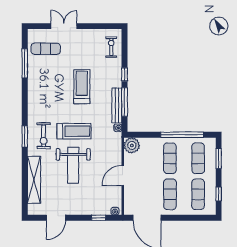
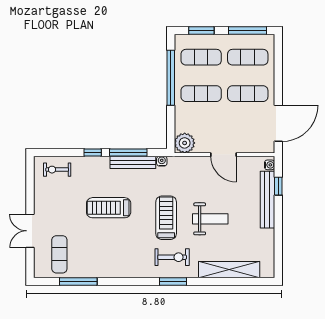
weight bench: (73, 165) -> (210, 219), width x0.73, depth x0.75
window: (219, 194) -> (247, 31), width x2.17
bench: (88, 209) -> (267, 200), added
door: (56, 218) -> (278, 241), removed

